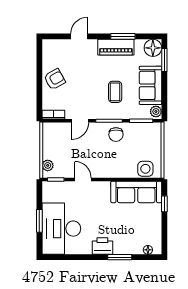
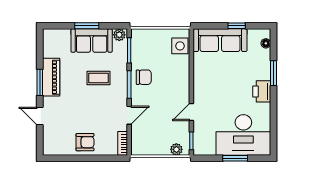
window: (123, 36) -> (40, 82), moved
floor lamp: (153, 48) -> (52, 38), removed
window: (164, 60) -> (87, 26), moved
armchair: (55, 79) -> (85, 142), turned 119
door: (80, 121) -> (129, 115), hinge flipped
sofa: (136, 192) -> (220, 40), moved, turned 90
window: (164, 204) -> (237, 26), moved

